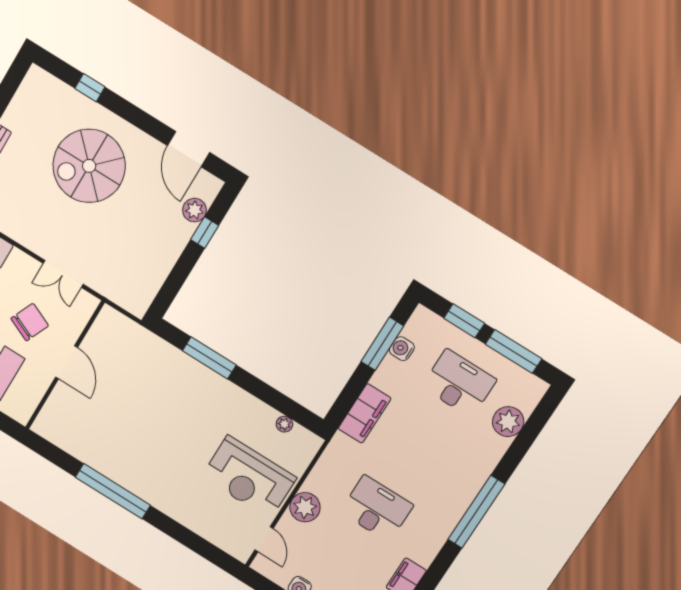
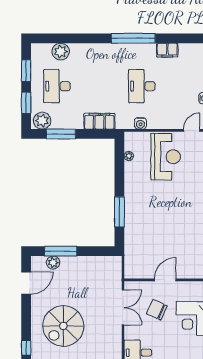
spiral stairs: (89, 166) -> (63, 326), turned 90
window: (205, 233) -> (61, 251), width x2.17
double door: (63, 274) -> (123, 307), width x1.37
water cooler: (402, 349) -> (140, 123), moved
window: (514, 352) -> (26, 71), width x0.69
plant: (305, 507) -> (42, 121), moved
window: (476, 512) -> (133, 38), moved

